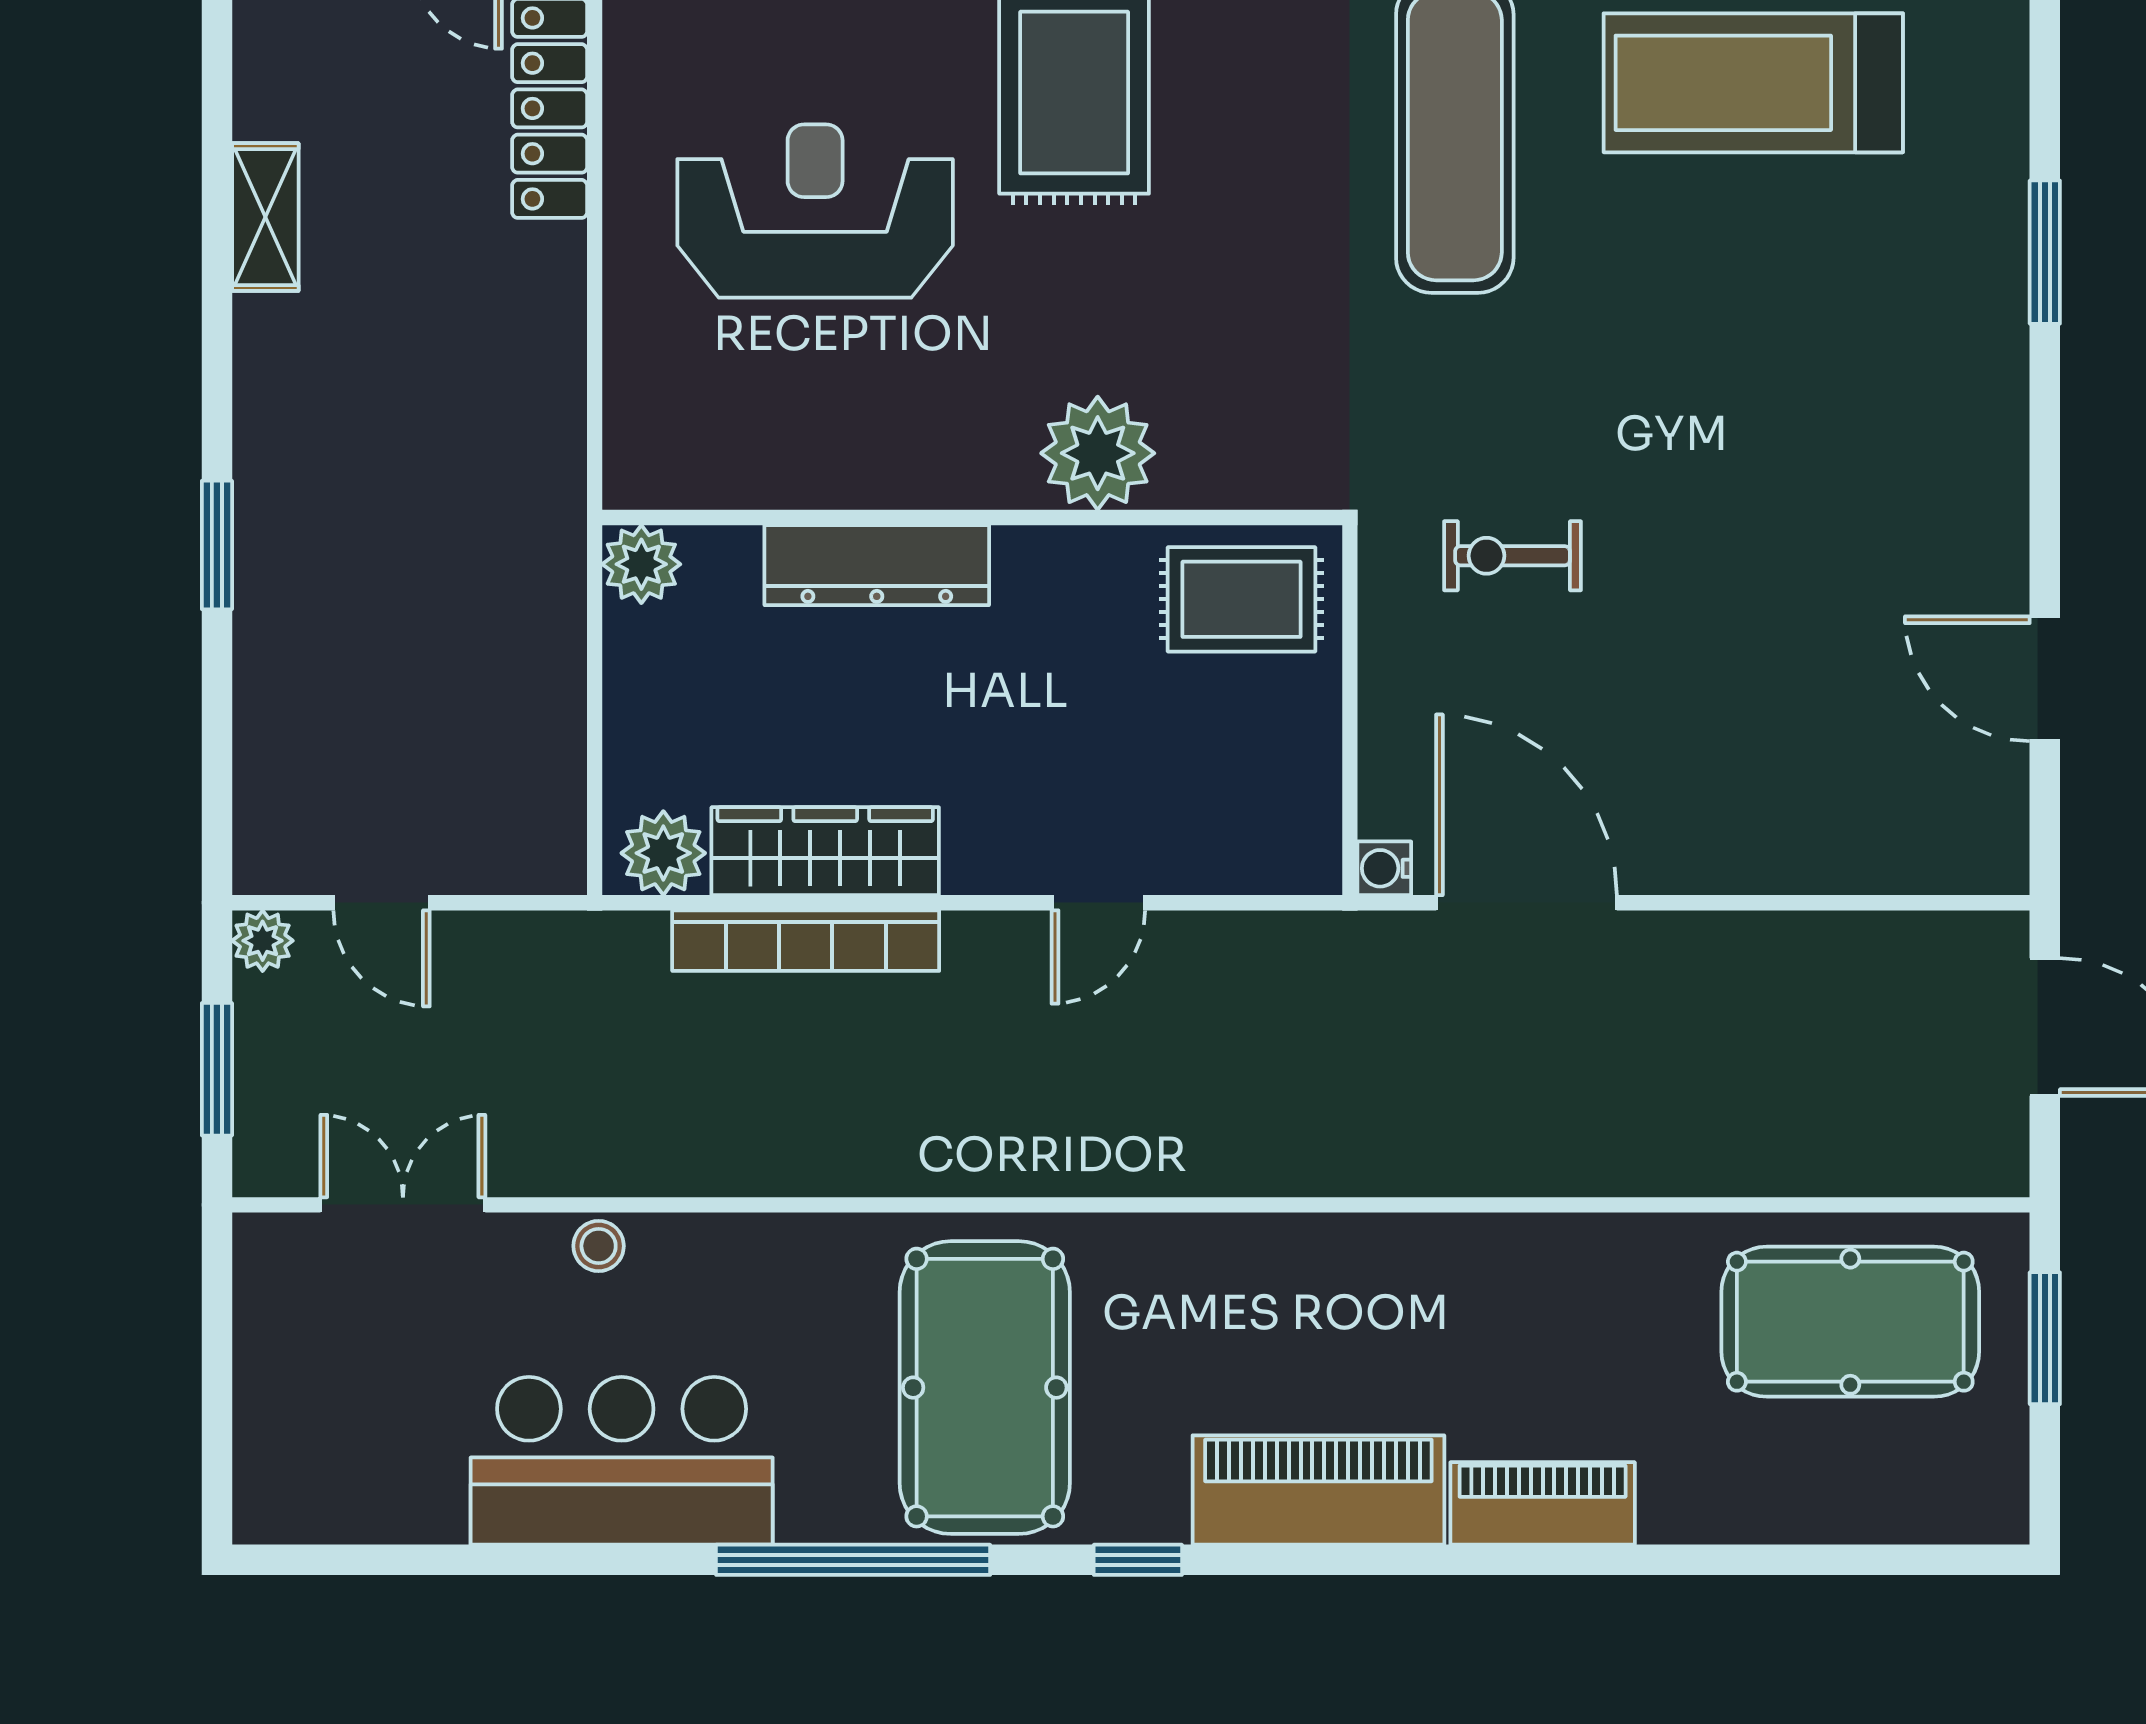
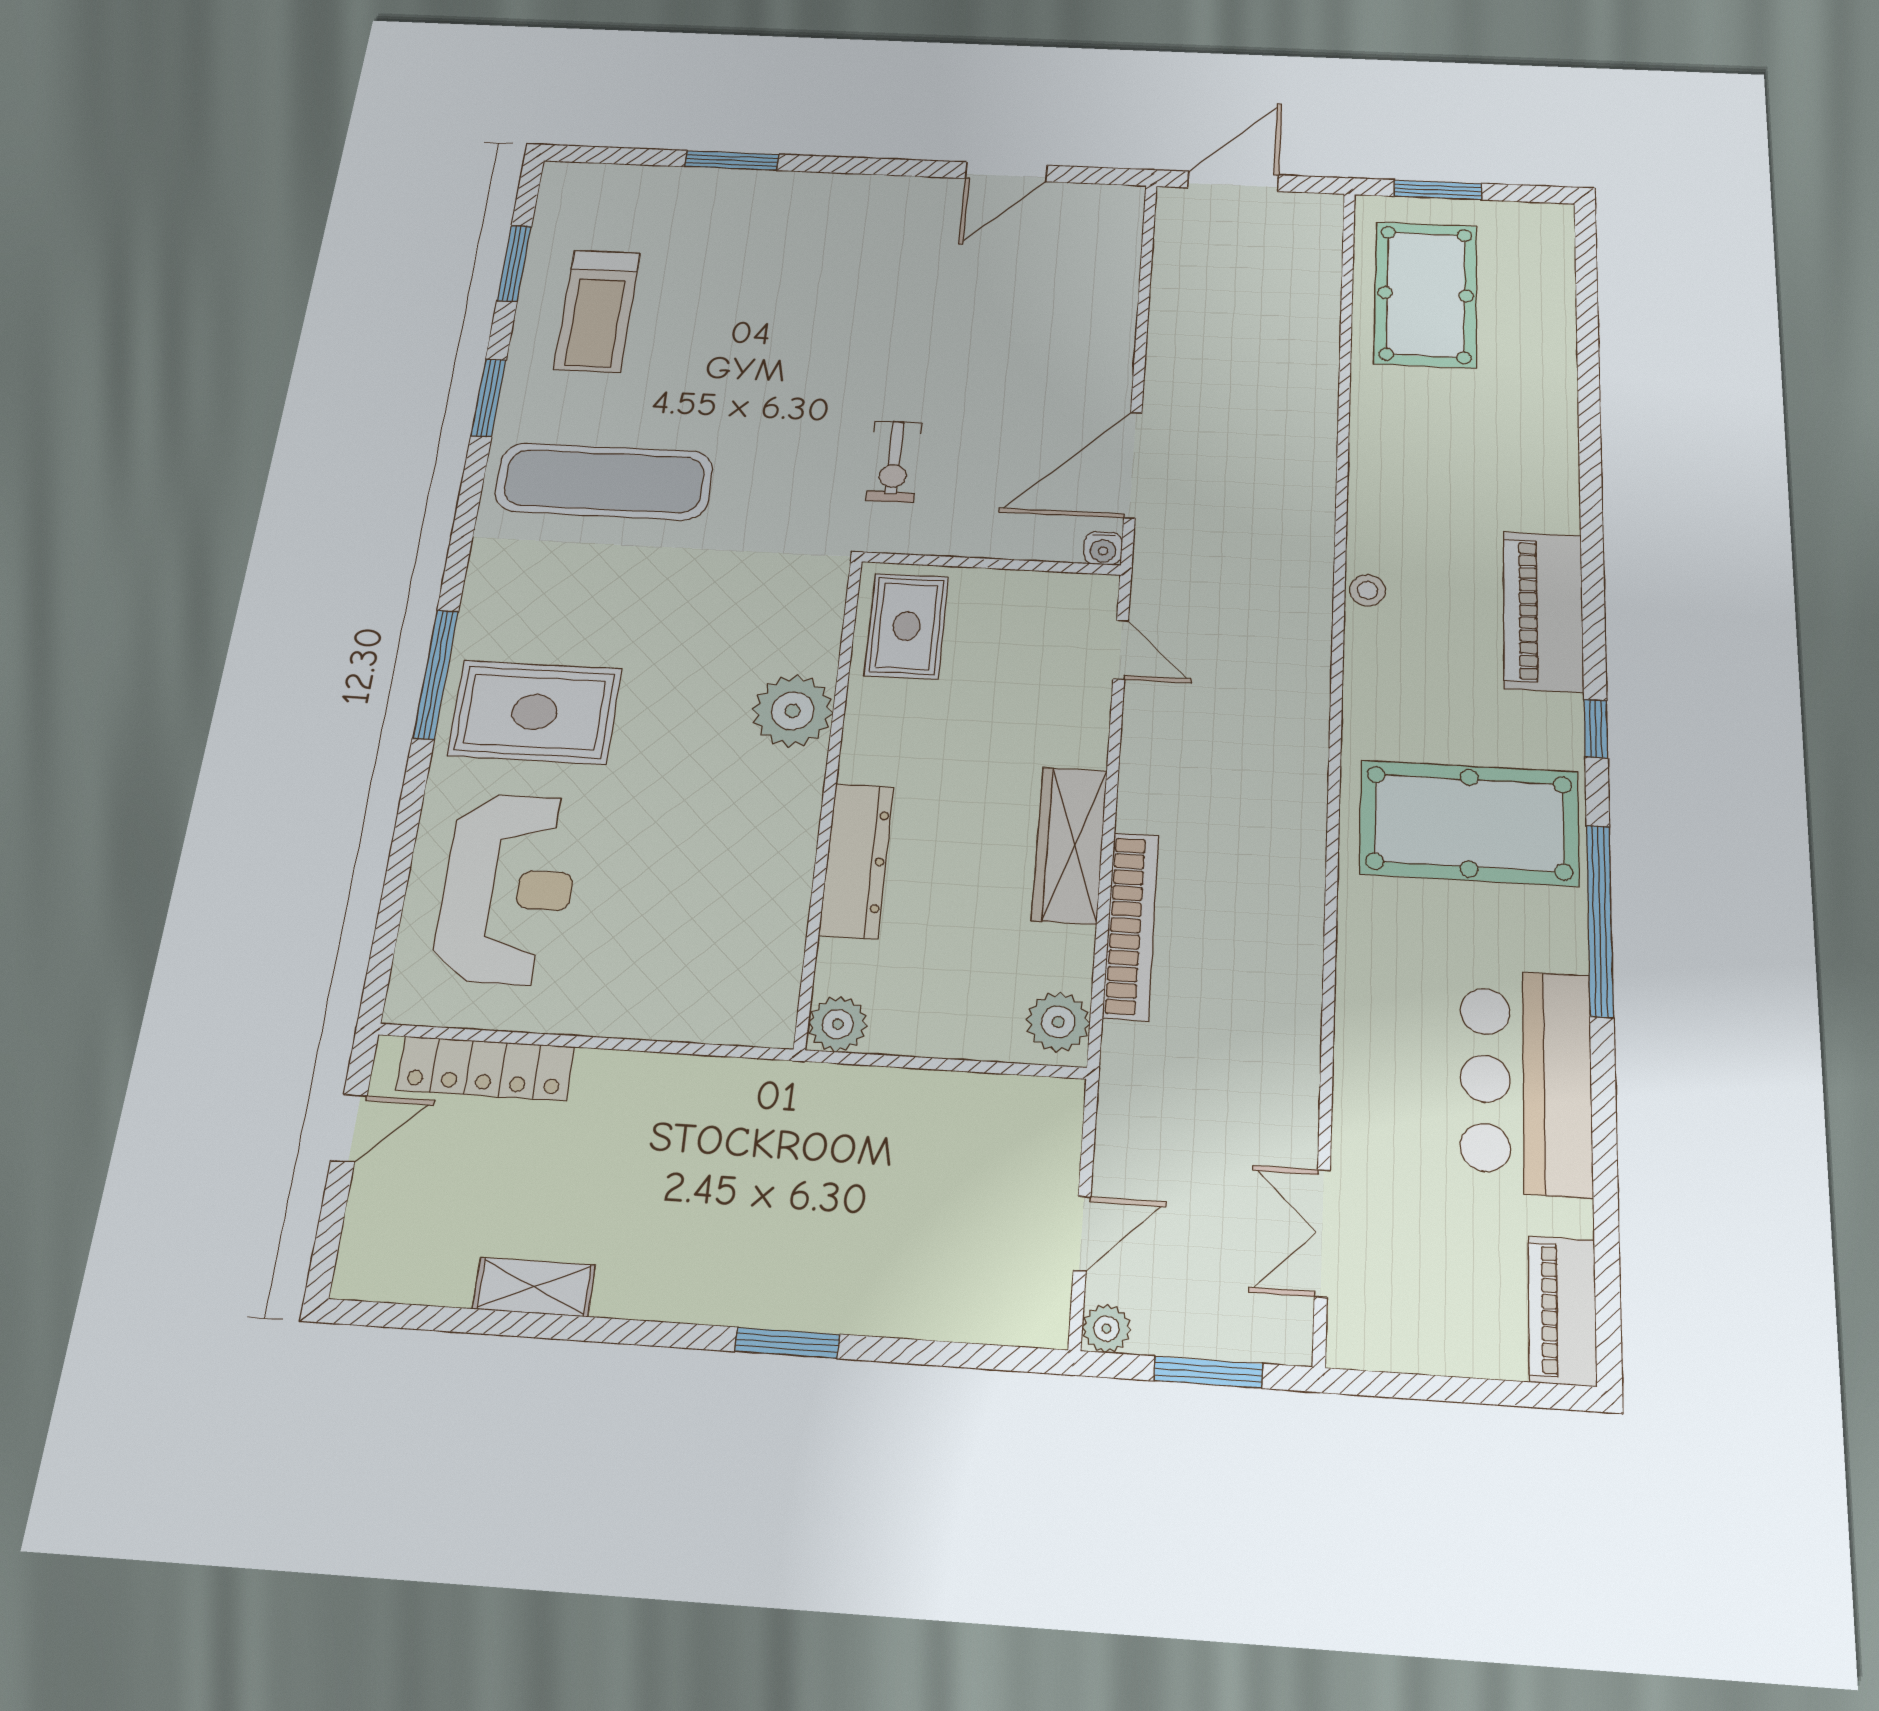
treadmill: (1753, 83) -> (597, 311), width x0.73, depth x0.73
reception desk: (815, 211) -> (508, 888), moved, turned 180
wardrobe: (825, 851) -> (1070, 845), moved
door: (1098, 903) -> (1121, 650), moved
stool: (599, 1246) -> (1368, 590), moved
piano: (1543, 1503) -> (1562, 1310), moved

